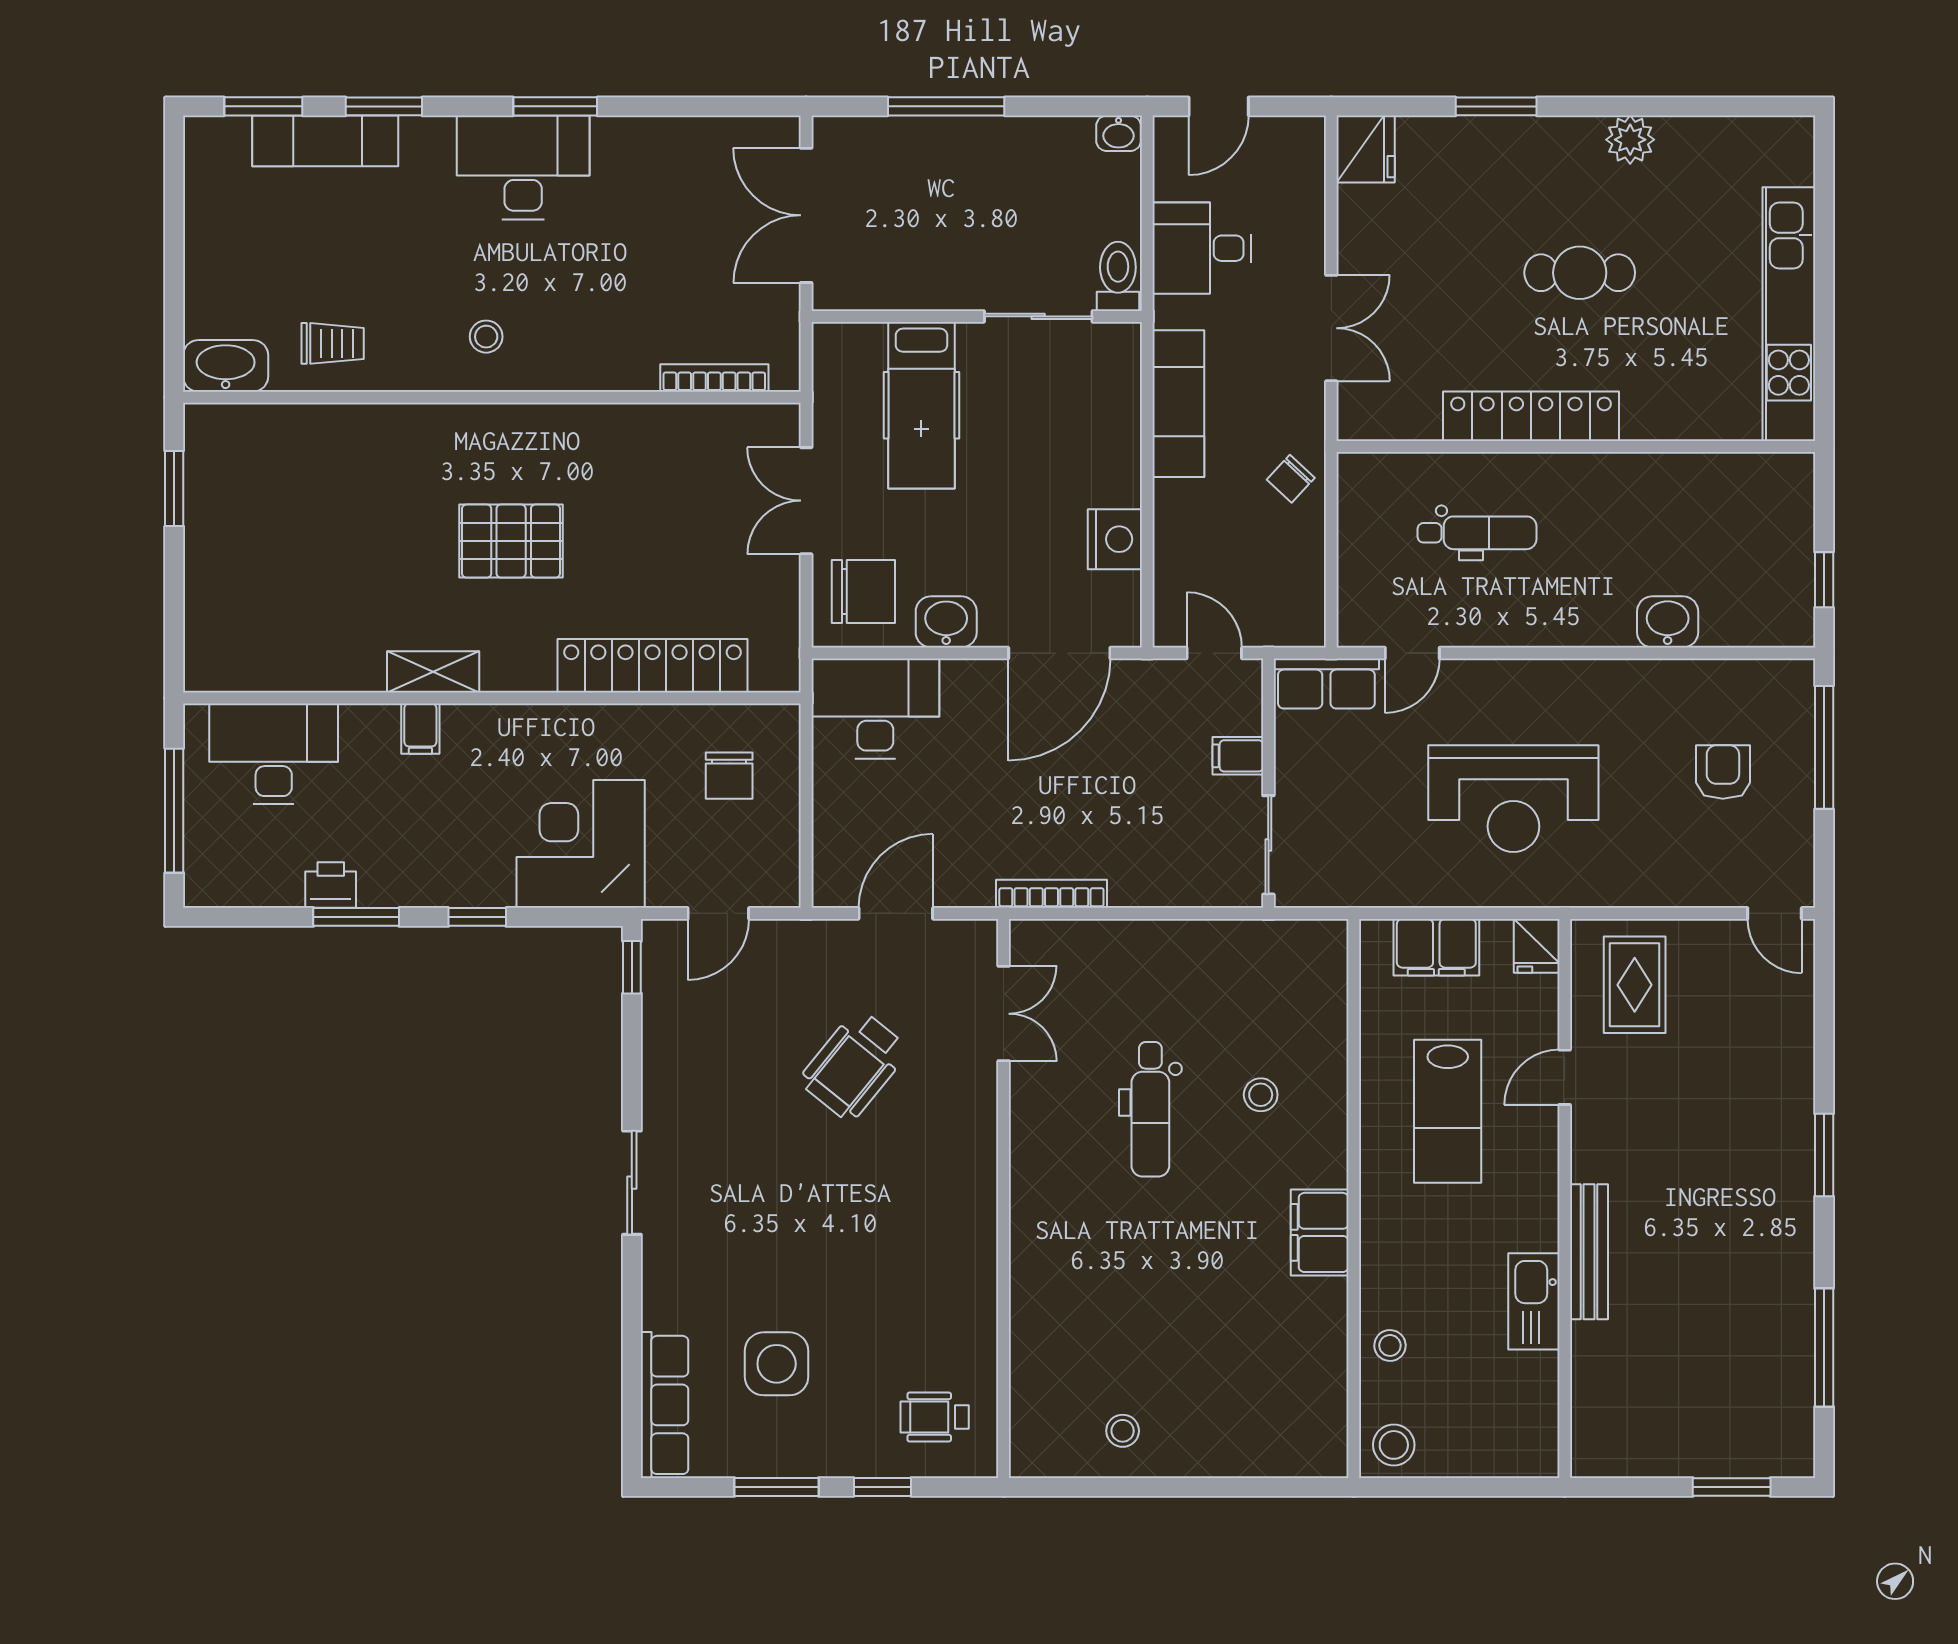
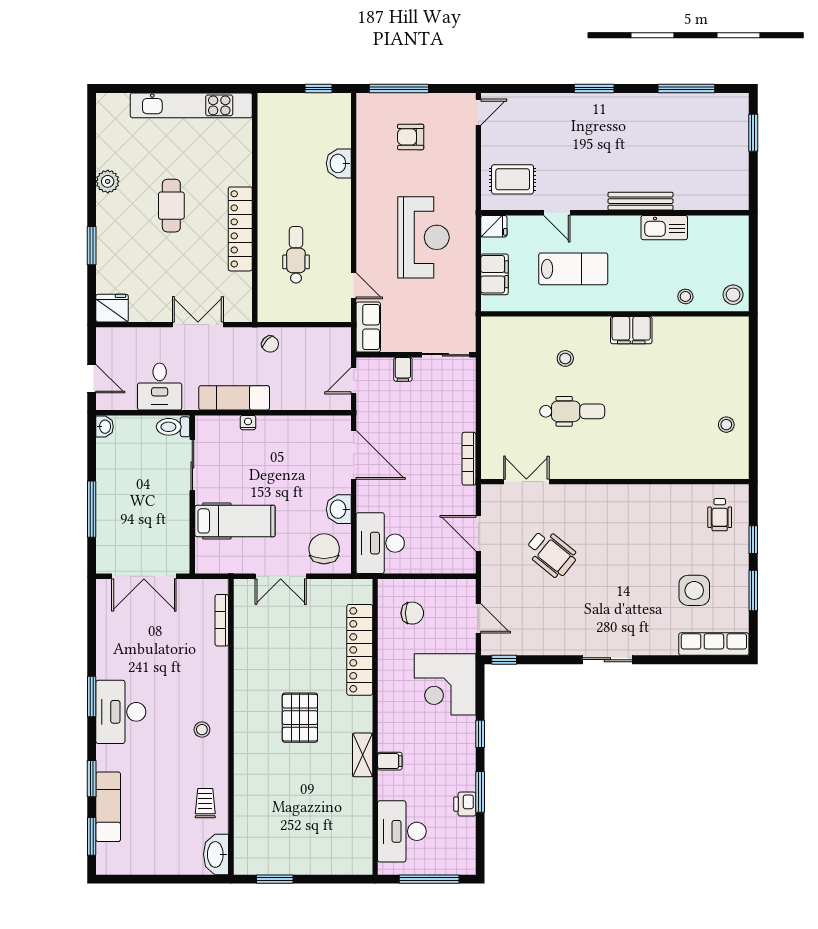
nightstand: (1115, 539) -> (248, 423), moved, width x0.53, depth x0.56

